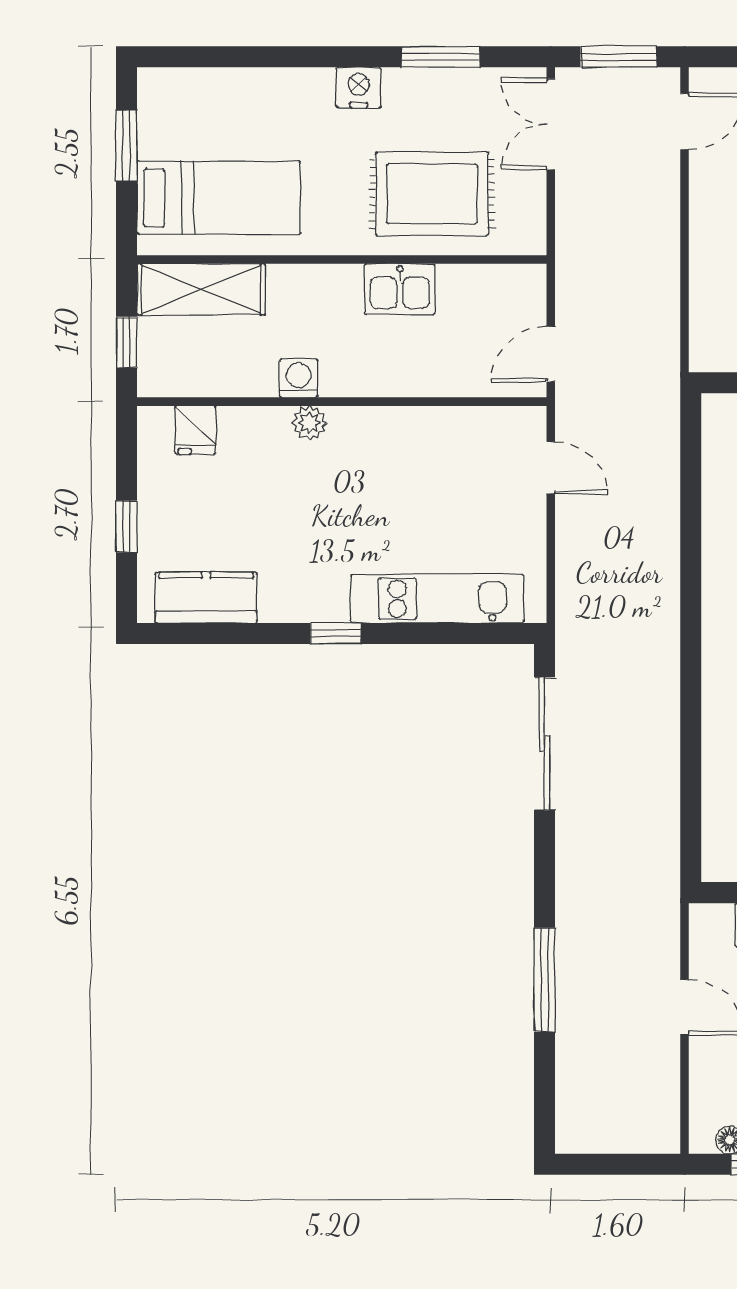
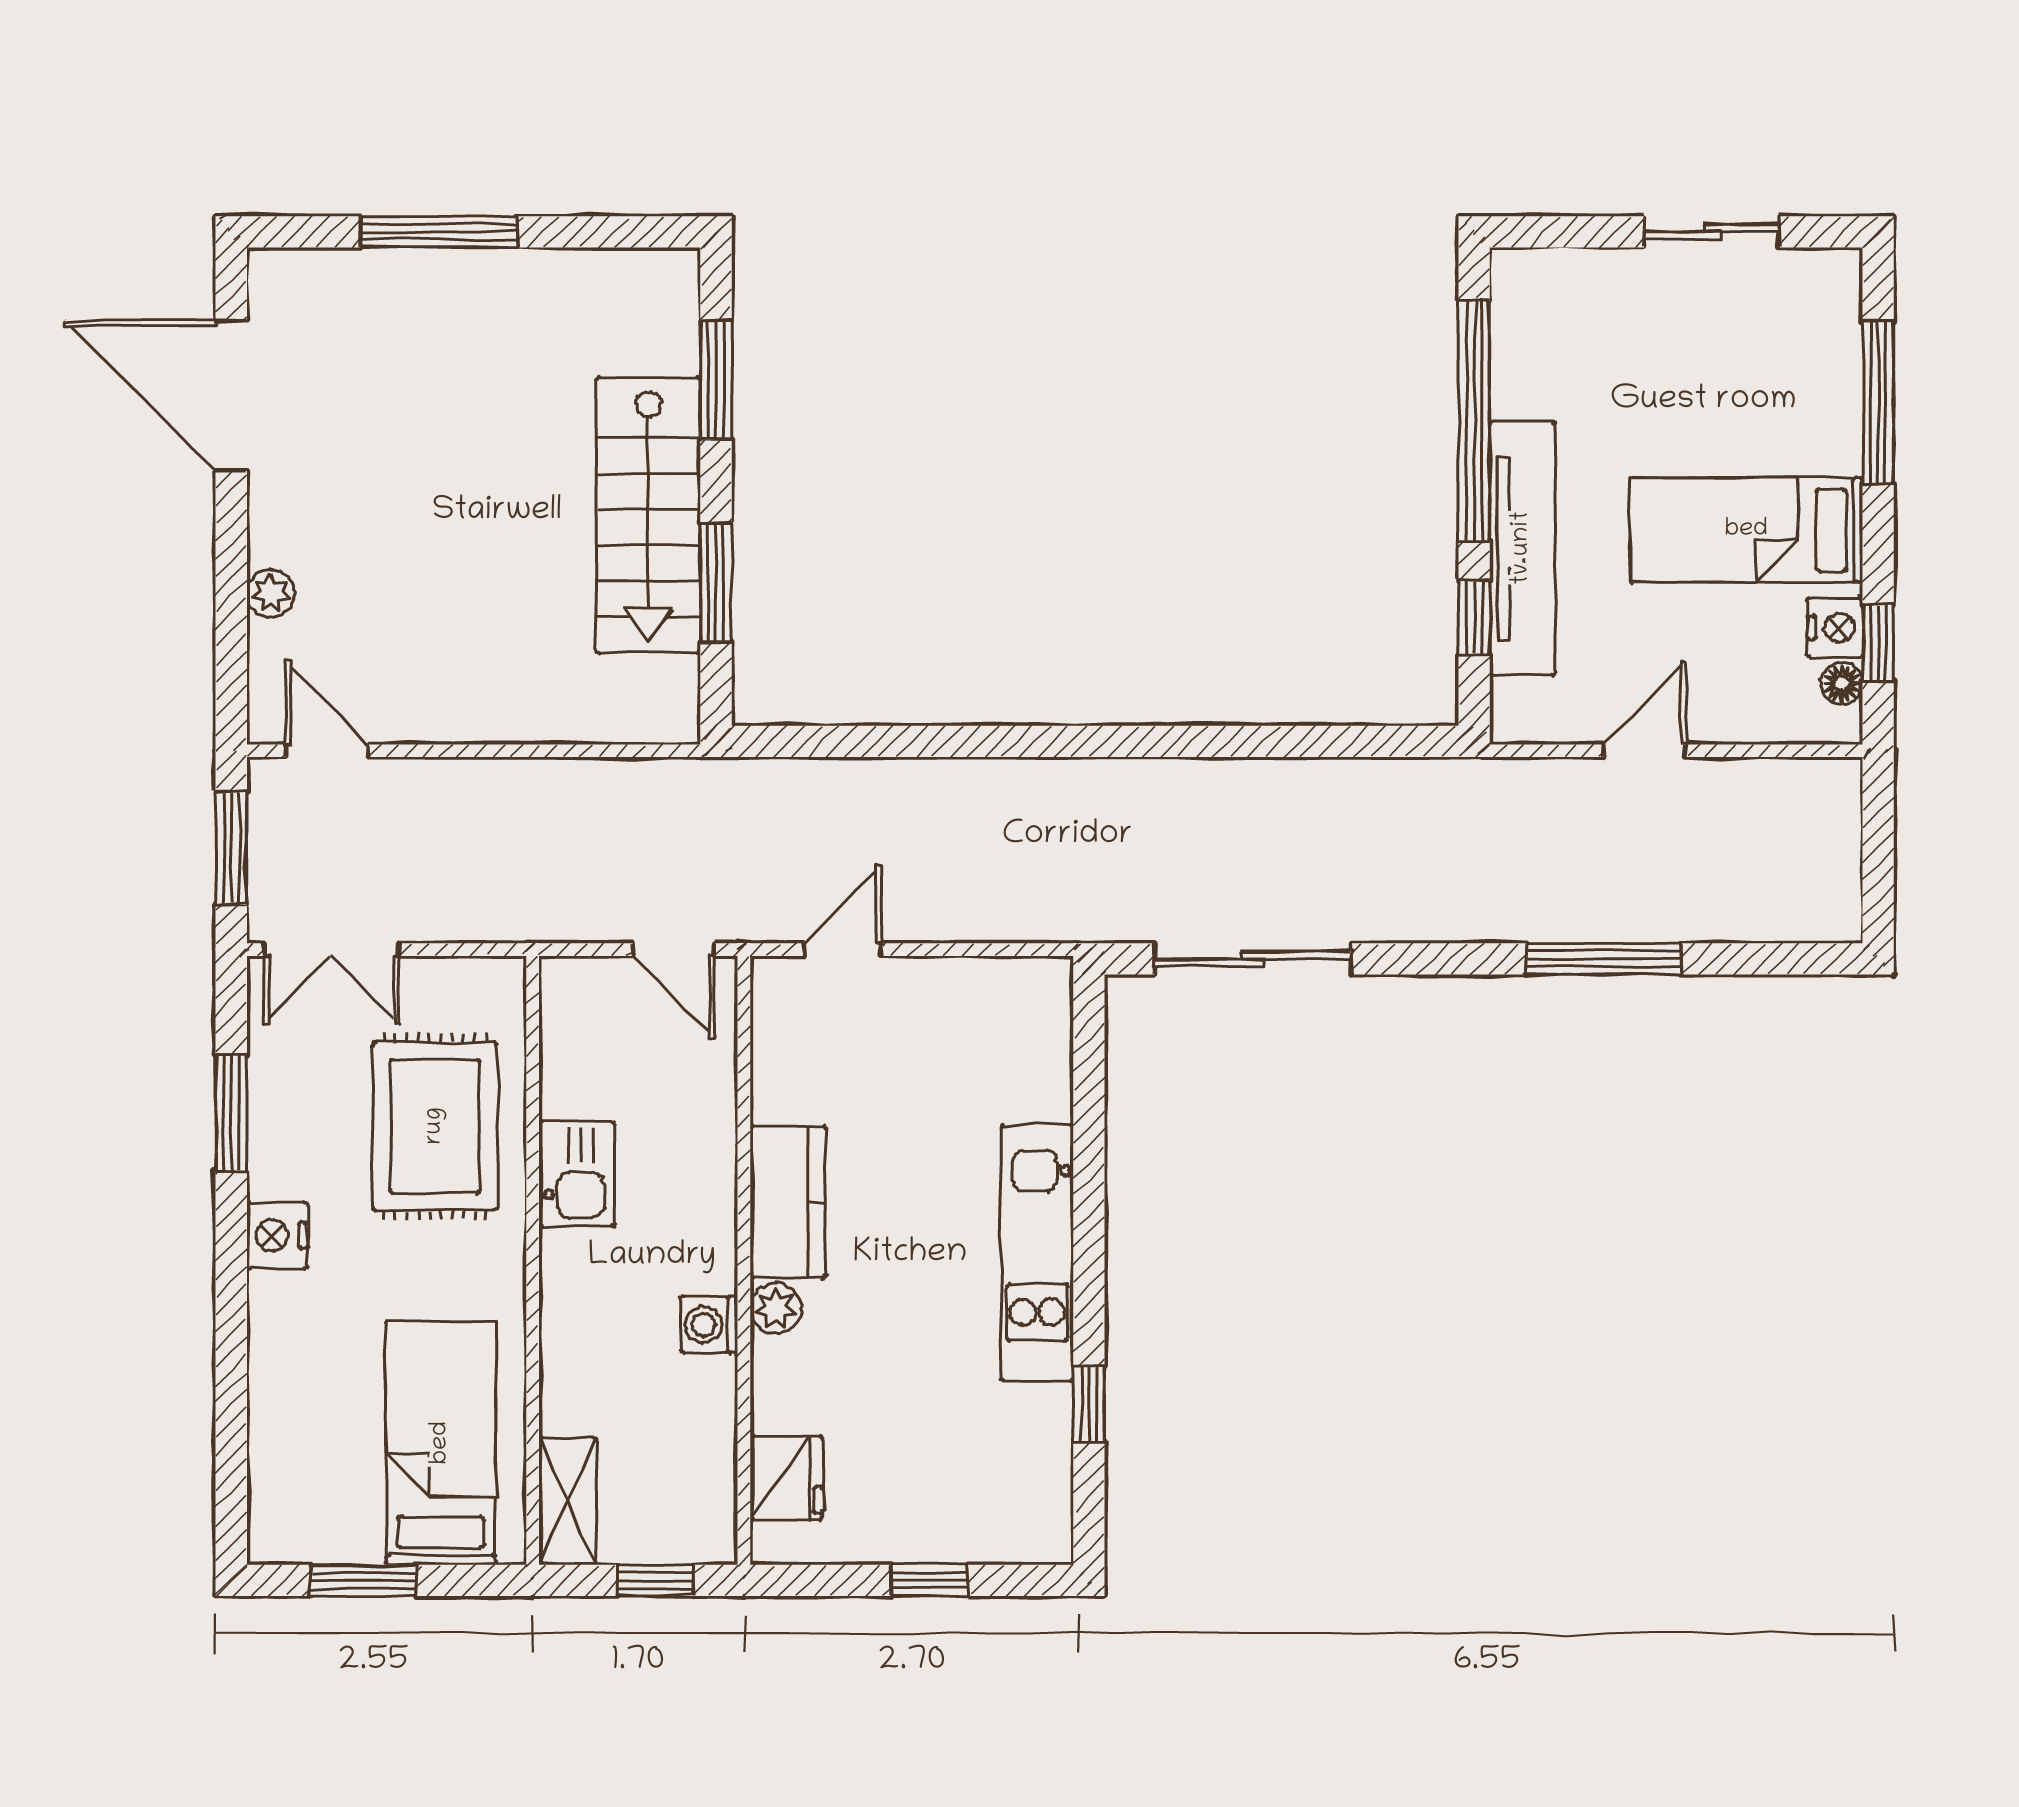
shelving: (201, 289) -> (567, 1501), width x0.67, depth x0.75
fridge: (195, 430) -> (786, 1478), width x1.38
kitchen counter: (206, 598) -> (788, 1202), moved, turned 180
kitchen unit: (437, 599) -> (1037, 1253), moved
window: (336, 634) -> (1089, 1404), moved

